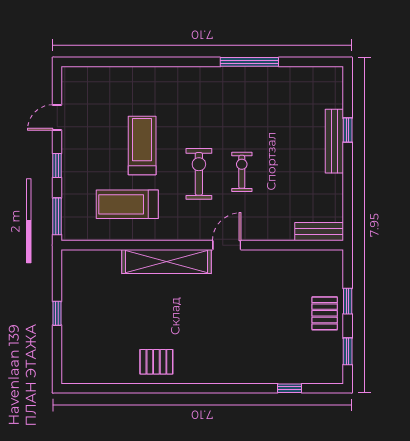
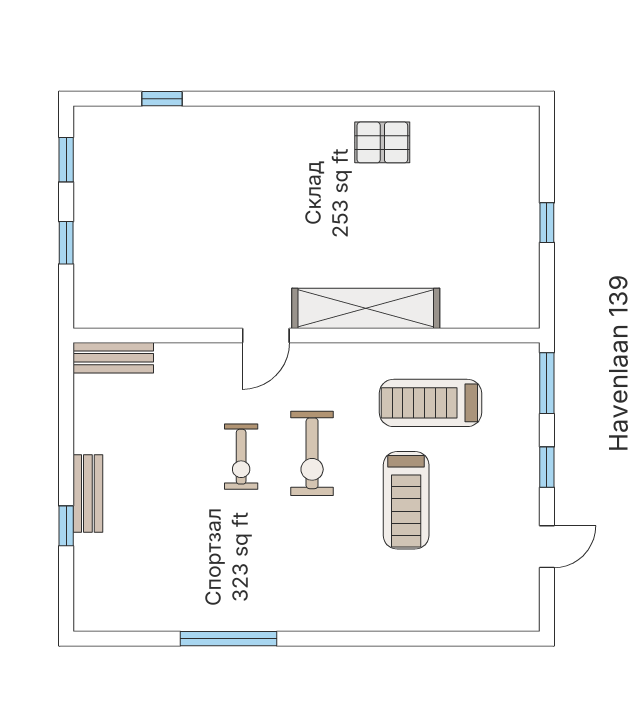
bench: (334, 141) -> (88, 494), width x0.73
treadmill: (127, 204) -> (430, 403), turned 180
pallet: (325, 313) -> (104, 223), removed

